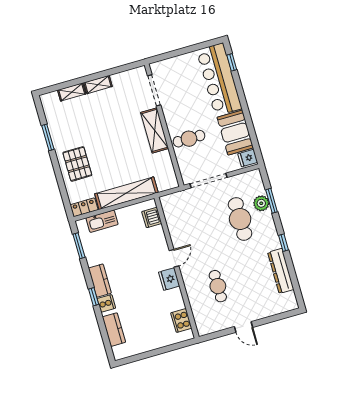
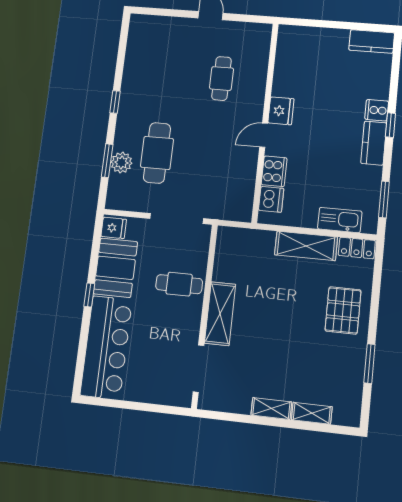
window: (232, 62) -> (89, 295), moved
shelving: (126, 193) -> (306, 246), width x0.68
dresser: (281, 271) -> (134, 68), removed
cooker: (181, 320) -> (274, 171), moved
kitchen counter: (114, 330) -> (372, 41), moved, turned -90

